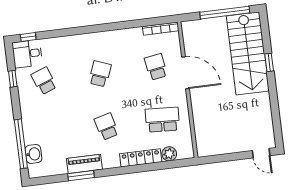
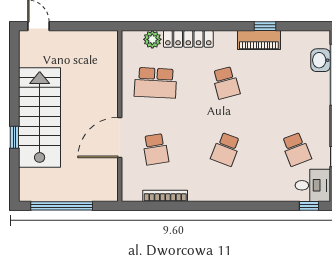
bookcase: (161, 29) -> (165, 196), moved
stairs: (248, 53) -> (40, 118), moved
door: (185, 73) -> (120, 137), hinge flipped
window: (81, 176) -> (265, 26), width x0.67

